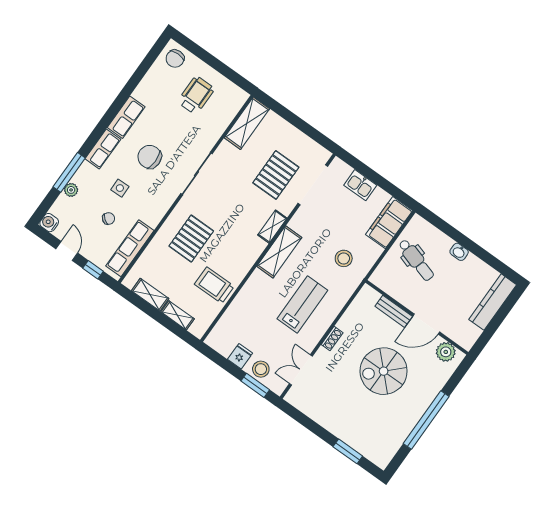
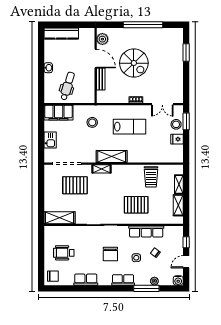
row of seats: (126, 117) -> (86, 280), moved
row of seats: (130, 248) -> (146, 232), moved
lab bench: (302, 305) -> (130, 127), turned 180

